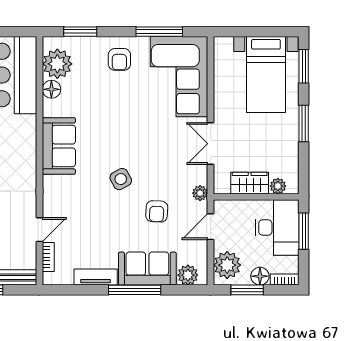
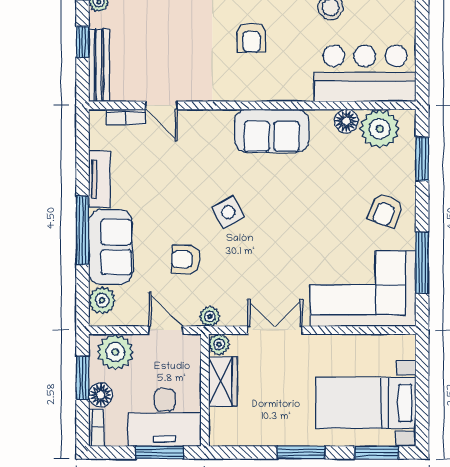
armchair: (119, 59) -> (385, 210), turned -68
plant: (278, 186) -> (219, 344), moved

